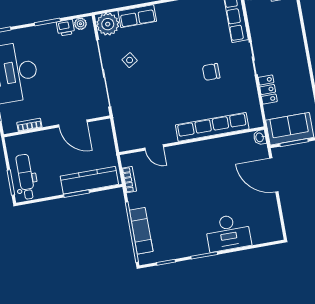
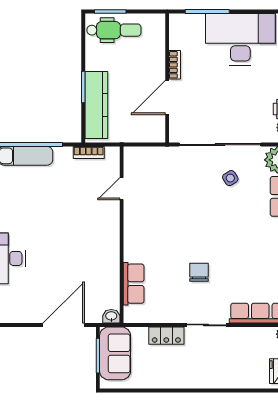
bookcase: (29, 125) -> (175, 65), moved
row of seats: (212, 127) -> (134, 284), width x0.50

